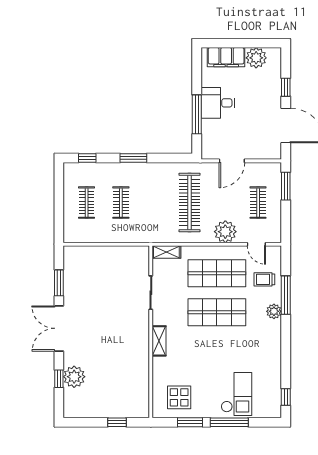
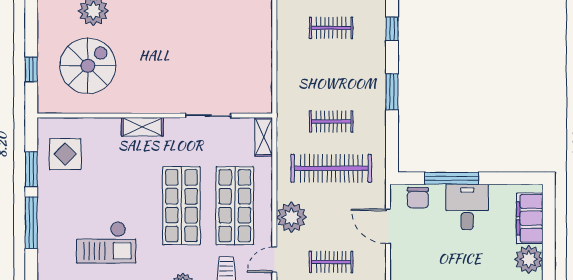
chair: (211, 139) -> (418, 198), added
clothes rail: (121, 203) -> (331, 122), moved
spiral stairs: (114, 381) -> (88, 66), added
checkout: (236, 394) -> (106, 242), moved

